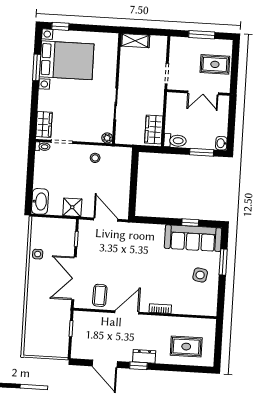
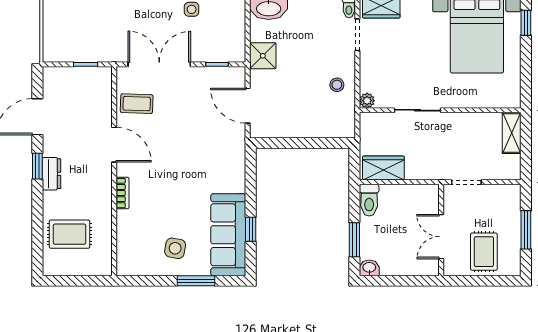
door: (106, 220) -> (248, 106), swing flipped
rug: (186, 347) -> (69, 234), turned 90

